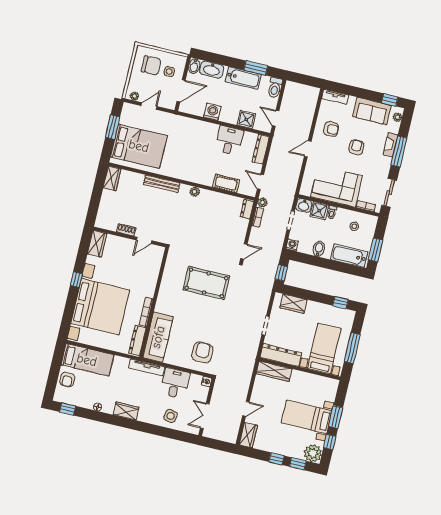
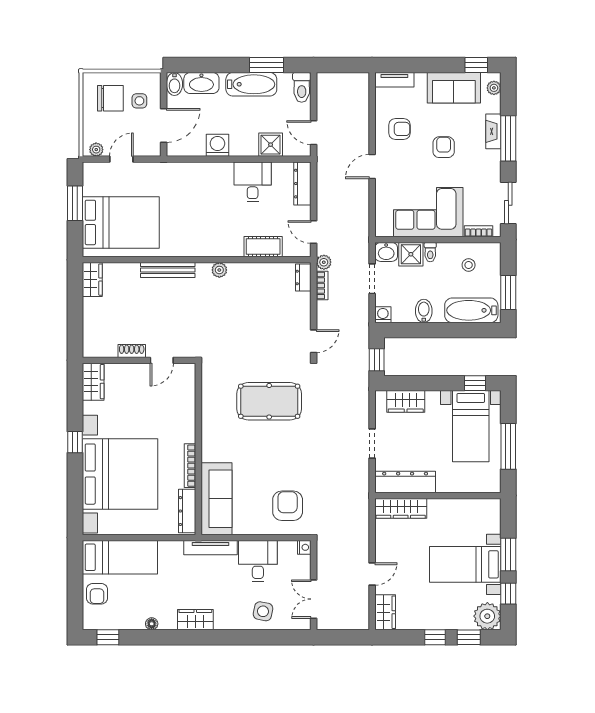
bed with nightstands: (324, 349) -> (471, 426), moved, turned 180

